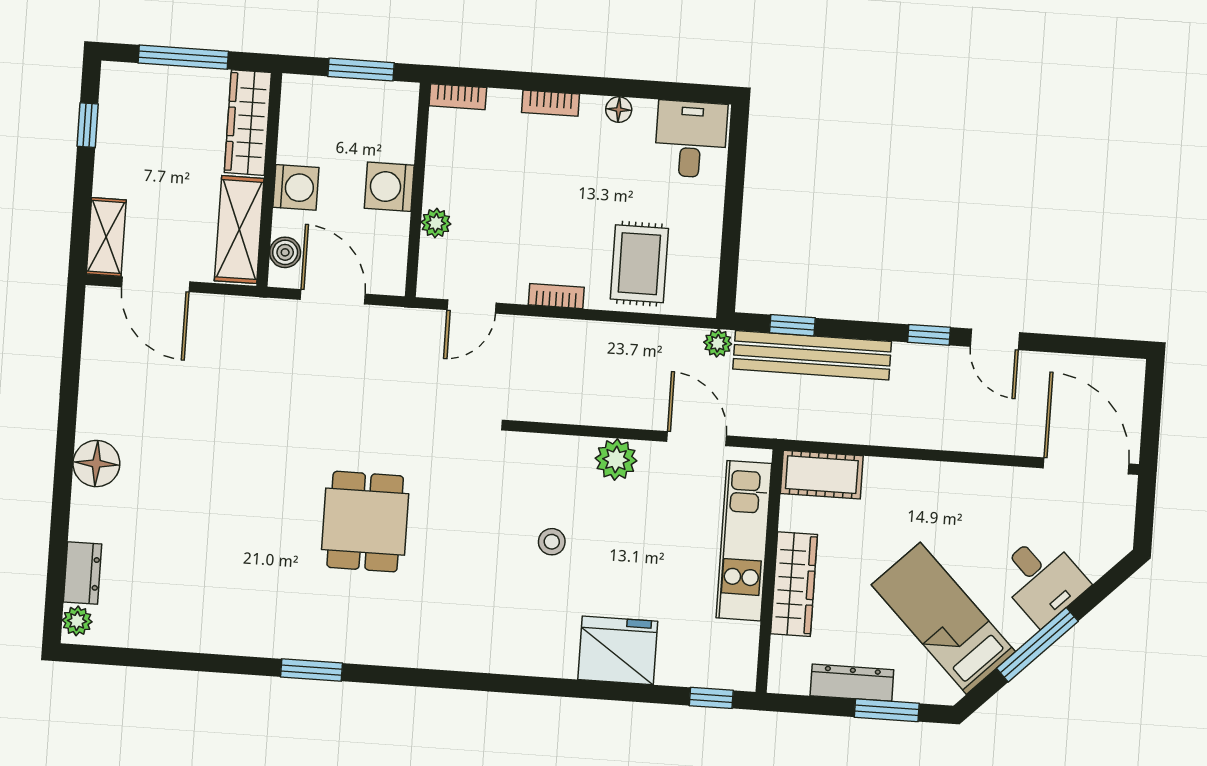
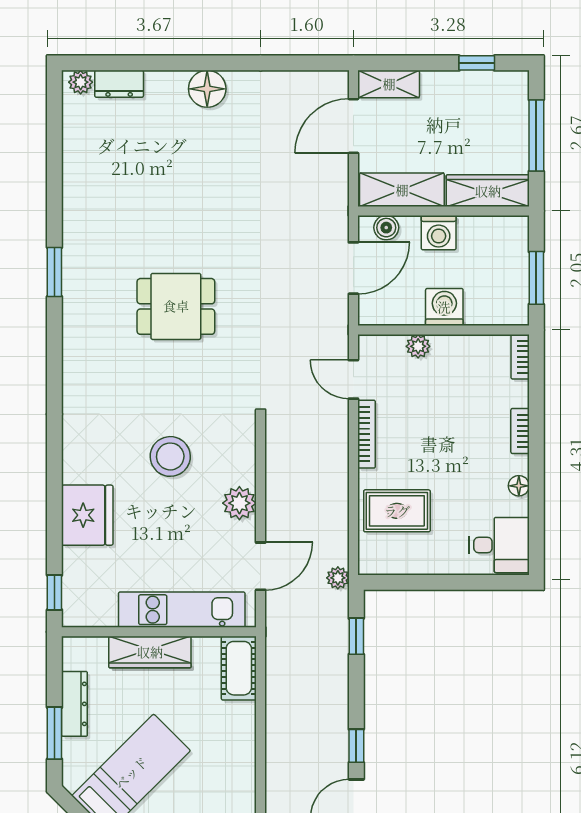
bookcase: (556, 296) -> (367, 434), width x1.56
bench: (812, 355) -> (334, 654), removed
stool: (552, 542) -> (170, 456), width x1.89, depth x1.89

